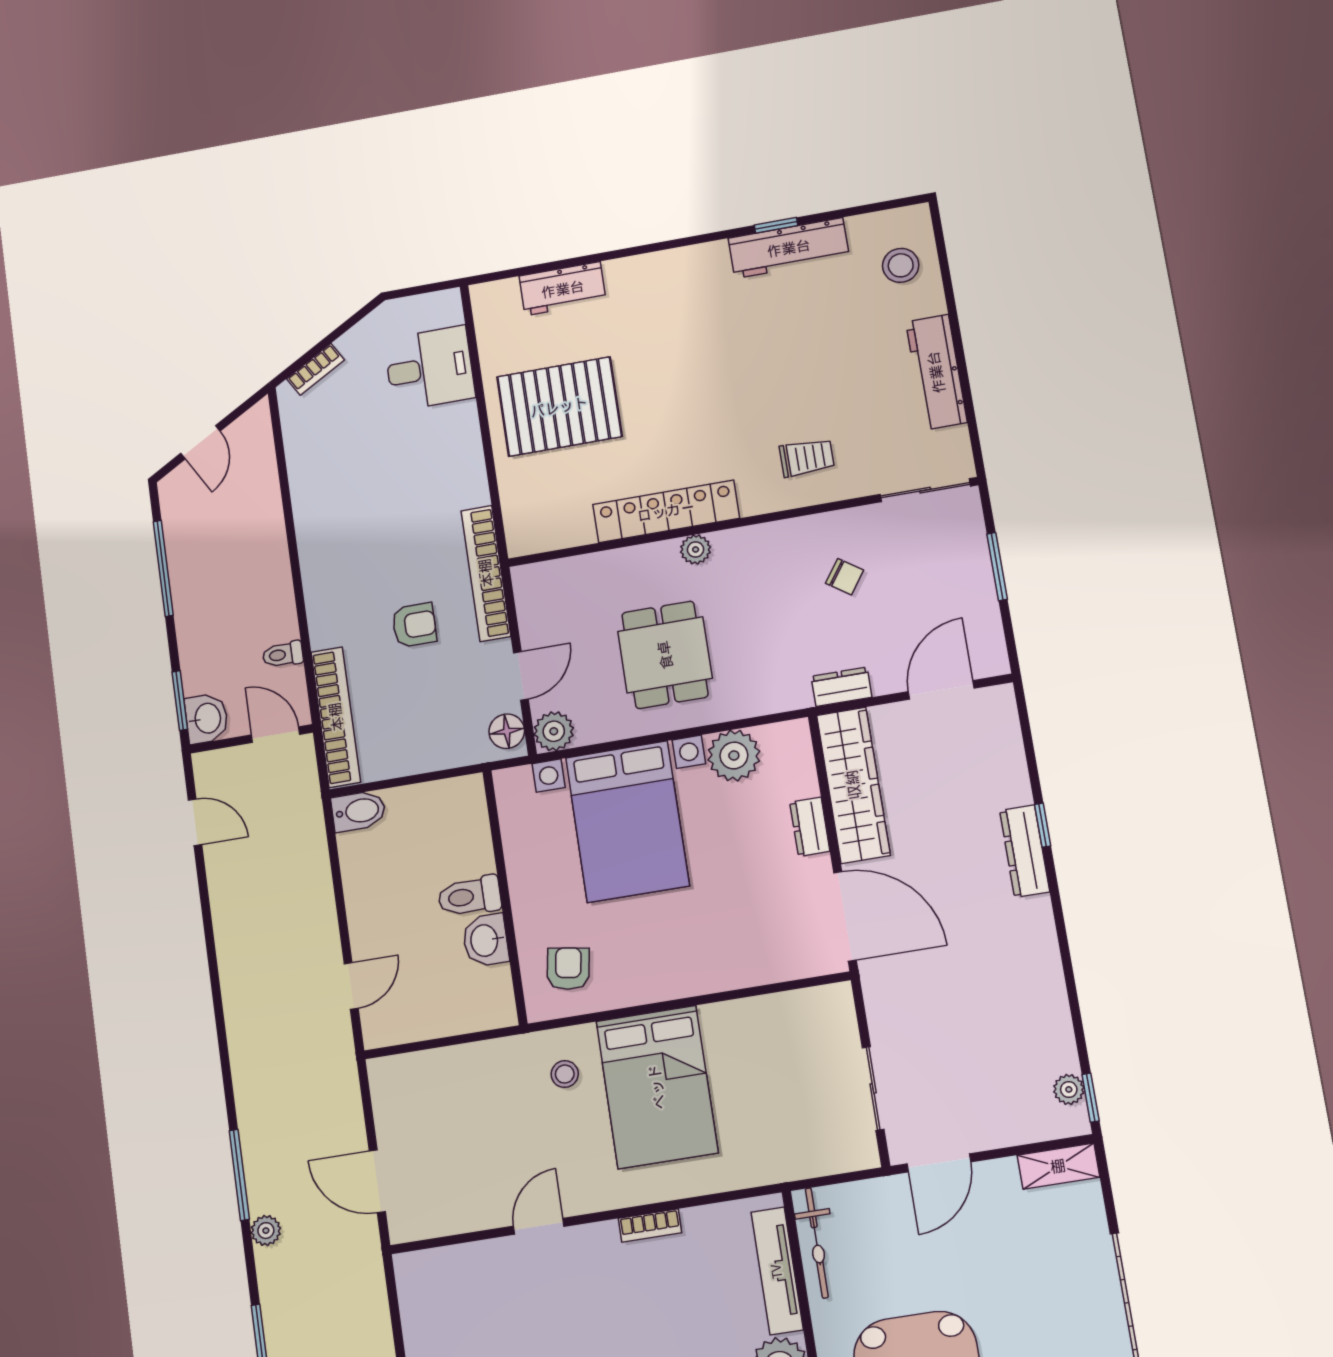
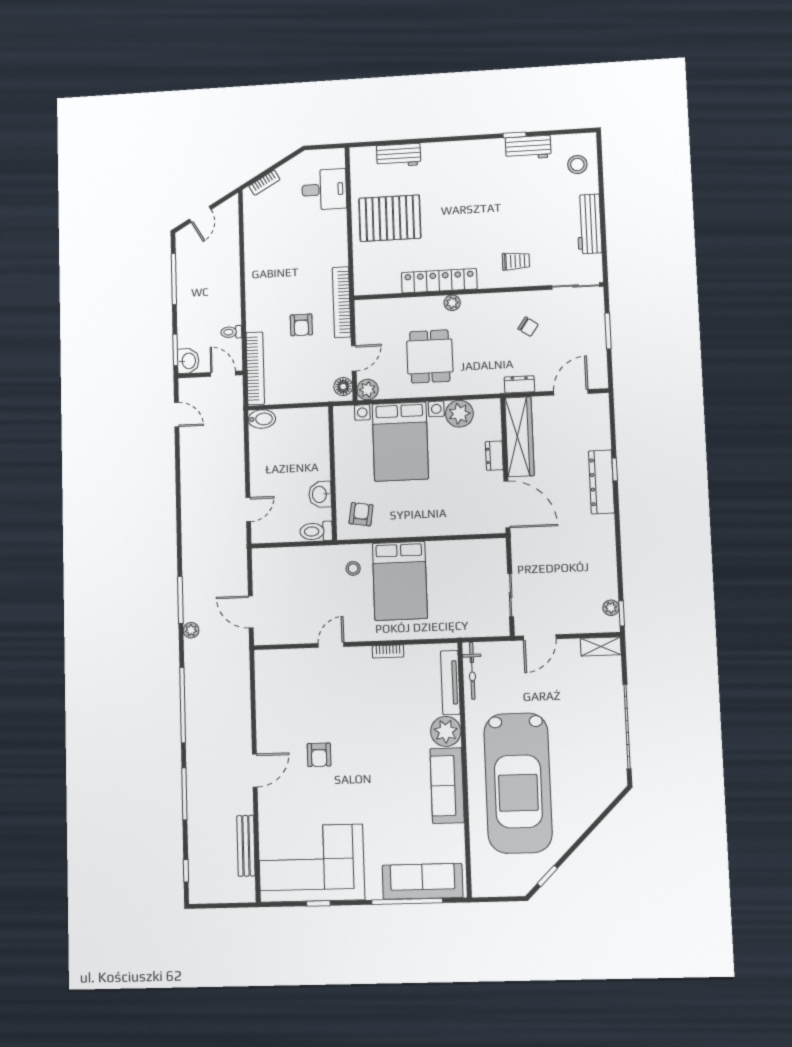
workbench: (789, 248) -> (528, 148), width x0.73
armchair: (414, 625) -> (301, 325), turned 90
dresser: (1025, 851) -> (601, 482), width x1.37, depth x1.24
toilet: (469, 896) -> (316, 531), moved

